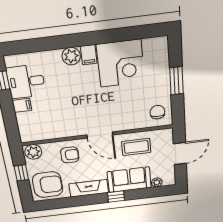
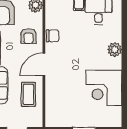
filing cabinet: (89, 55) -> (114, 63), removed
chair: (157, 112) -> (53, 36), moved

